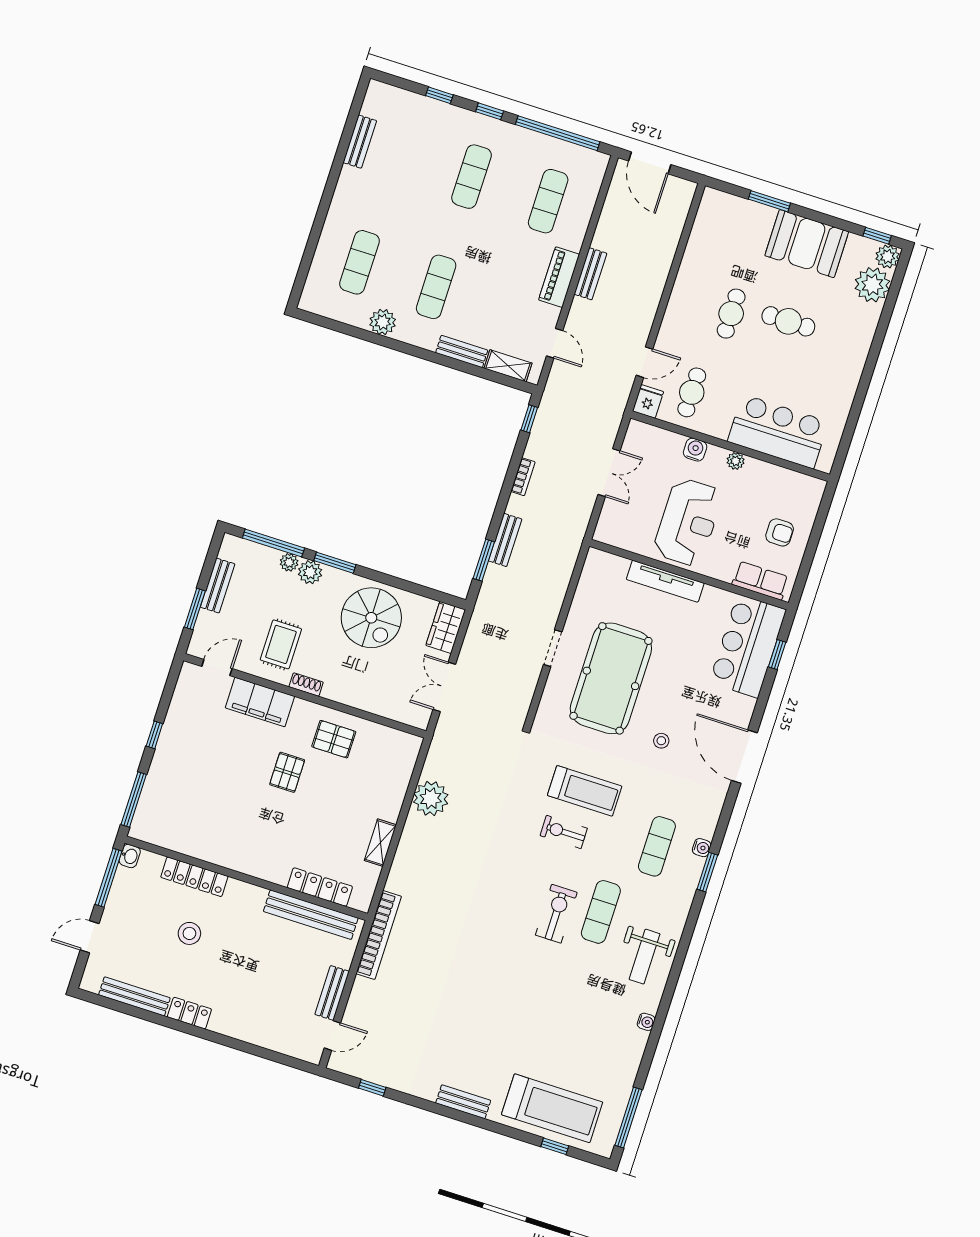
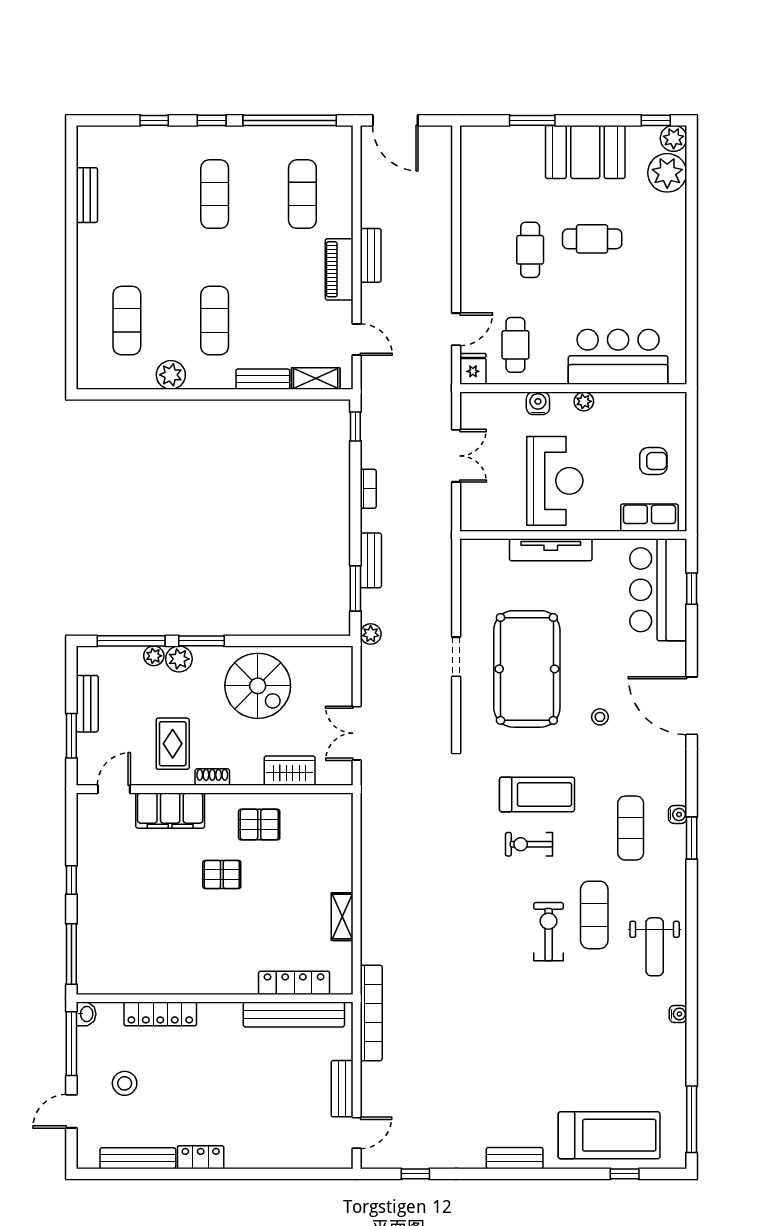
wardrobe: (446, 627) -> (290, 771), moved, turned 90
pallet: (287, 772) -> (222, 874), turned 90
plant: (431, 798) -> (371, 634), moved, width x0.53, depth x0.53
stool: (189, 933) -> (125, 1083), moved

